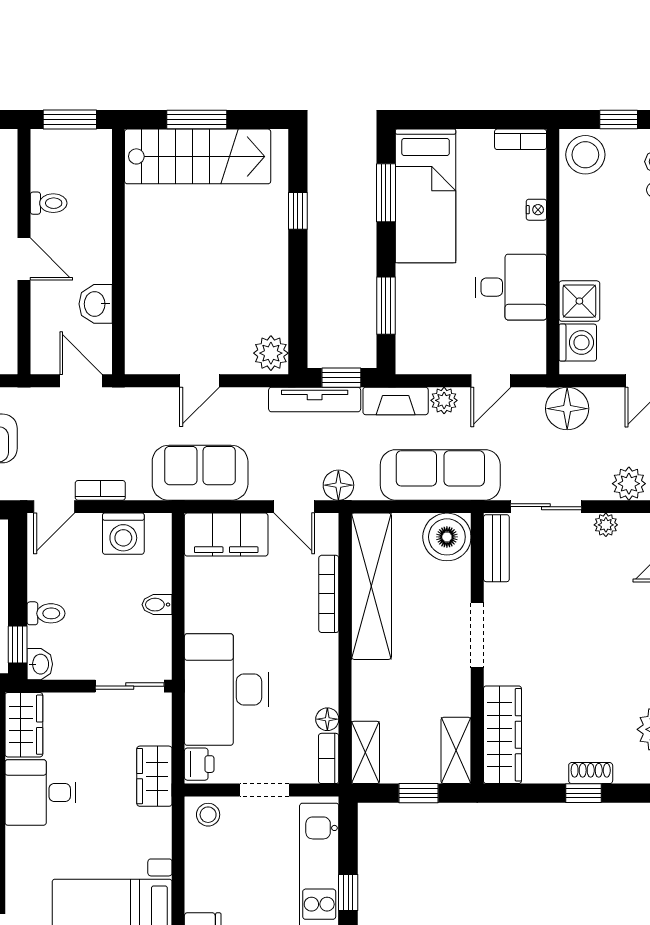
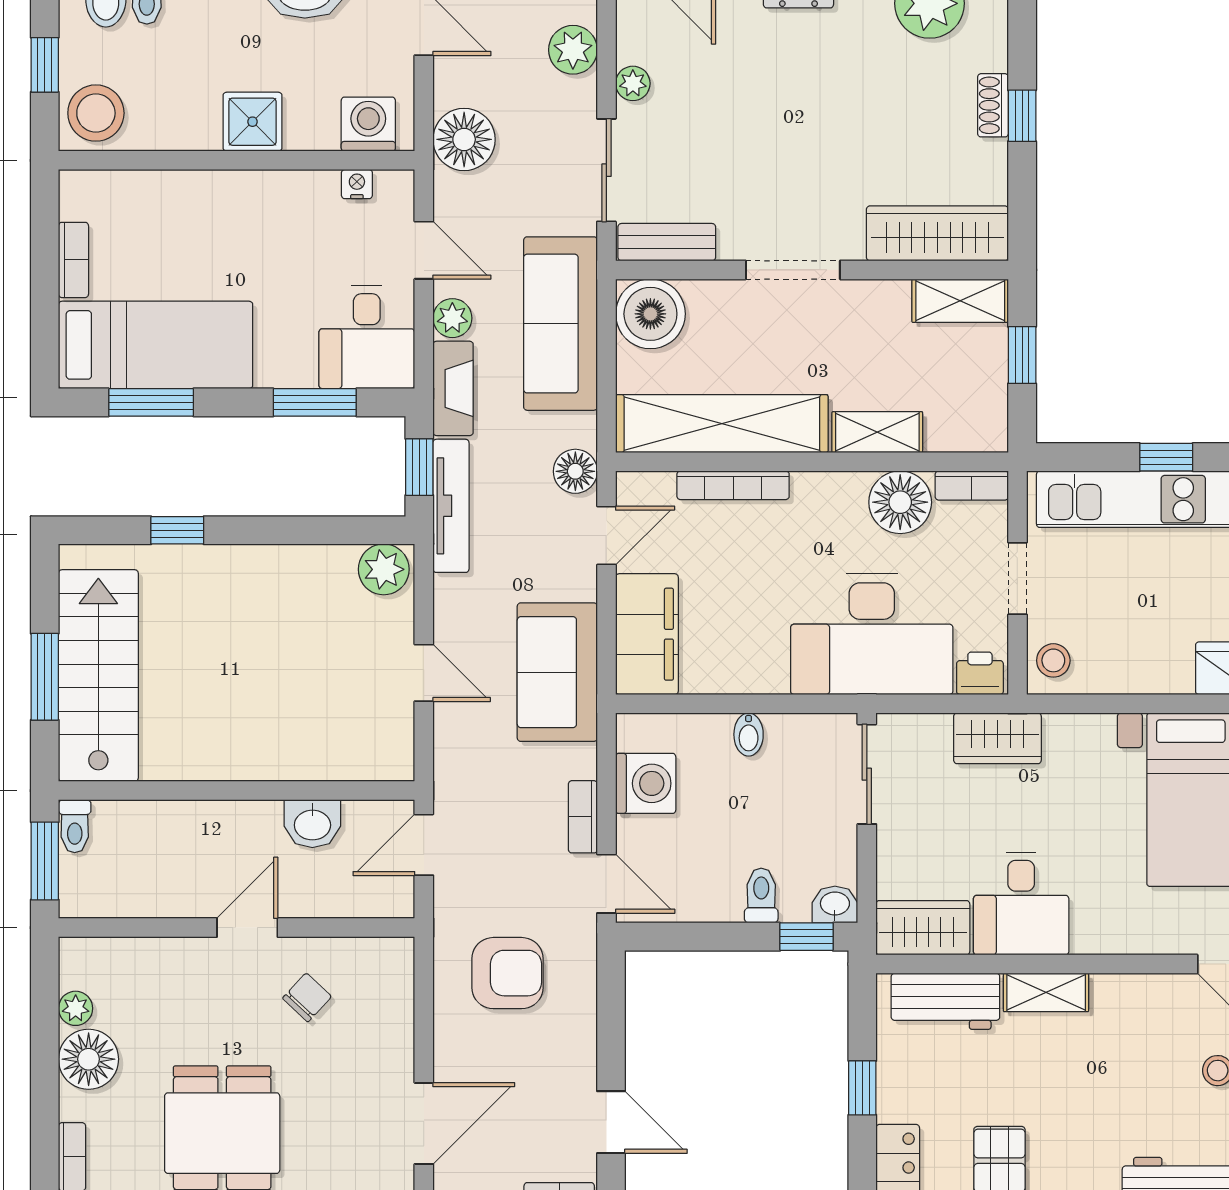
bookcase: (521, 139) -> (73, 260), moved
toilet: (49, 203) -> (75, 826), moved, turned 180
nightstand: (536, 210) -> (357, 184), moved
desk: (511, 287) -> (367, 337), moved, turned 180
shower: (579, 301) -> (252, 122), moved
floor lamp: (327, 719) -> (900, 502), width x1.89, depth x1.89
shelving: (365, 752) -> (877, 432), moved

